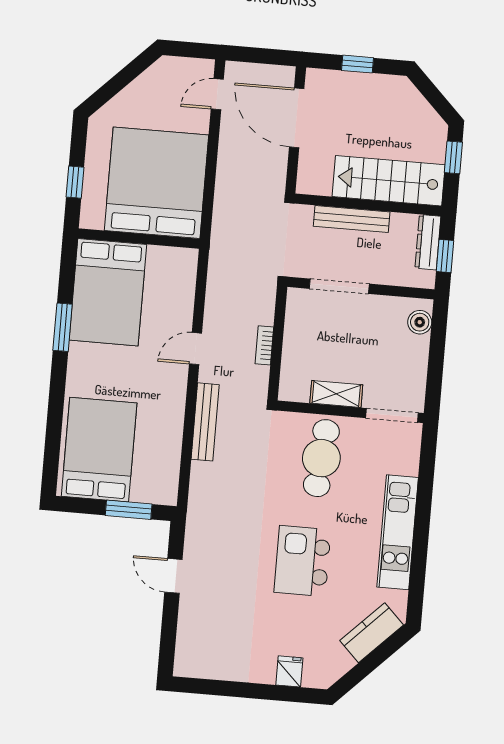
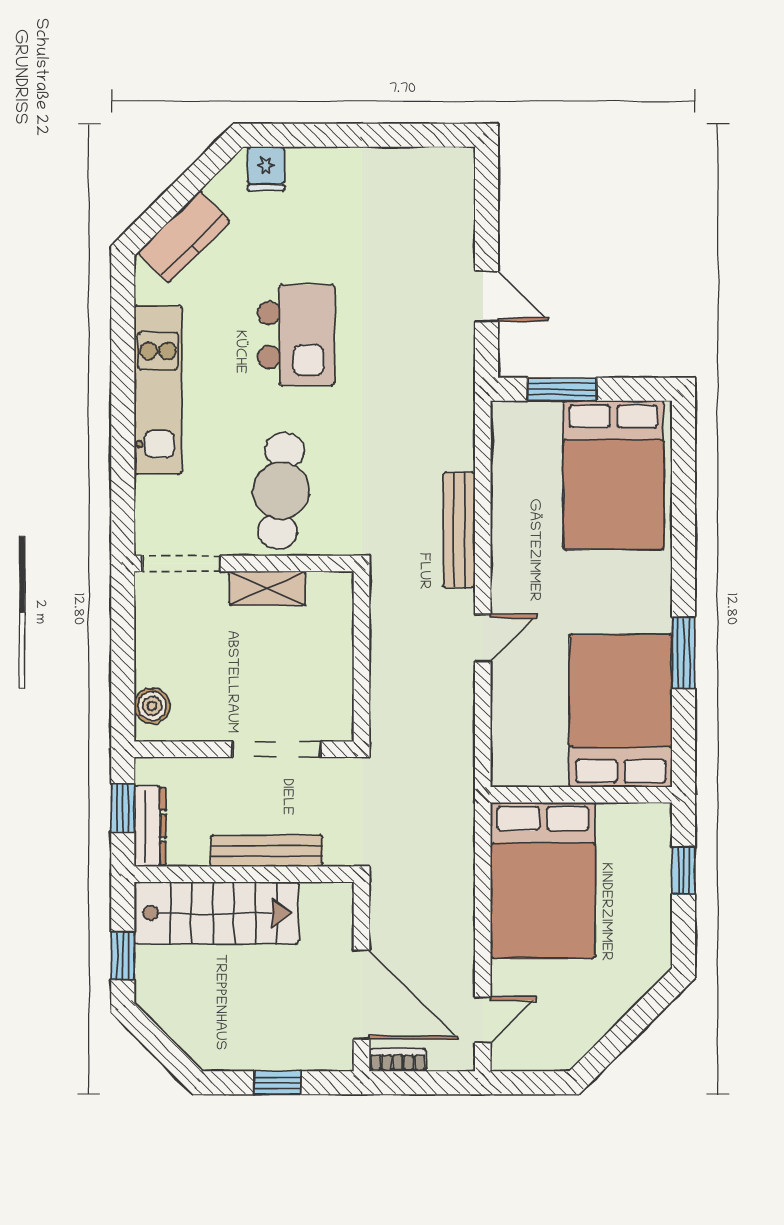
bed: (157, 183) -> (543, 880), width x0.73
bookcase: (264, 345) -> (398, 1060), moved, turned -90
fridge: (289, 671) -> (266, 169), moved

